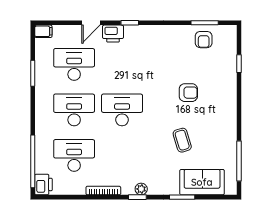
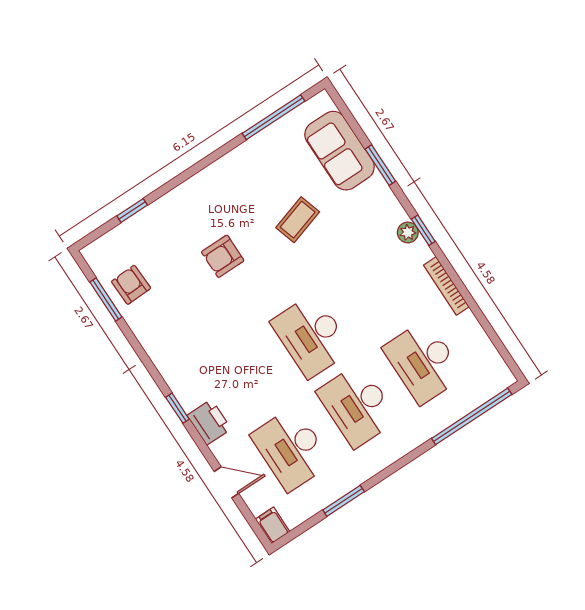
door: (91, 23) -> (226, 482), moved
armchair: (204, 40) -> (131, 285), turned -92
armchair: (188, 93) -> (223, 256), turned -90
printer: (44, 184) -> (495, 379), removed

